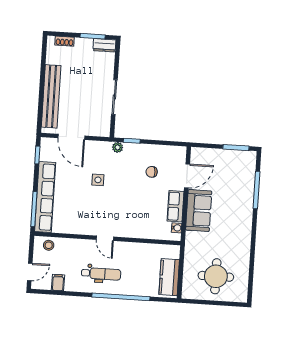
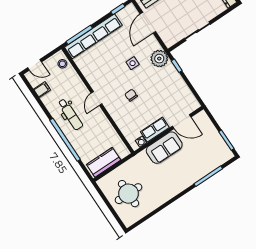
plant: (118, 147) -> (159, 59), width x1.88, depth x1.88
chair: (152, 172) -> (131, 95), moved

